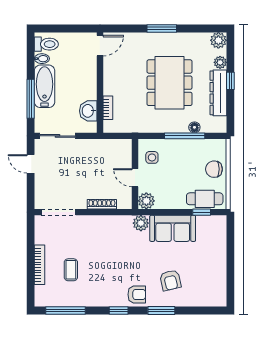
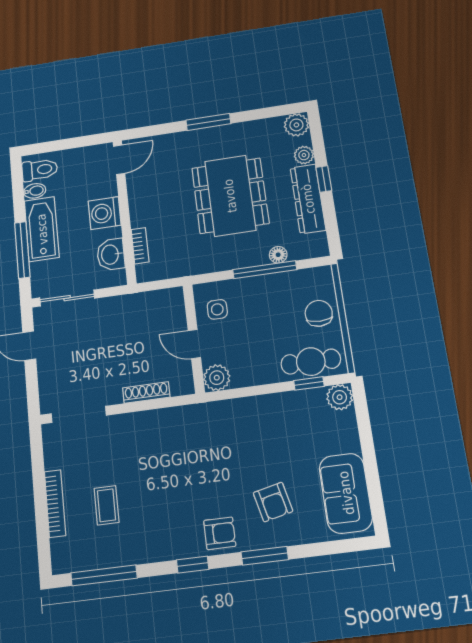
washing machine: (87, 82) -> (105, 213), added
chair: (214, 169) -> (319, 313), turned 90
plant: (141, 223) -> (340, 397), moved
sofa: (173, 228) -> (346, 493), moved, turned 90

